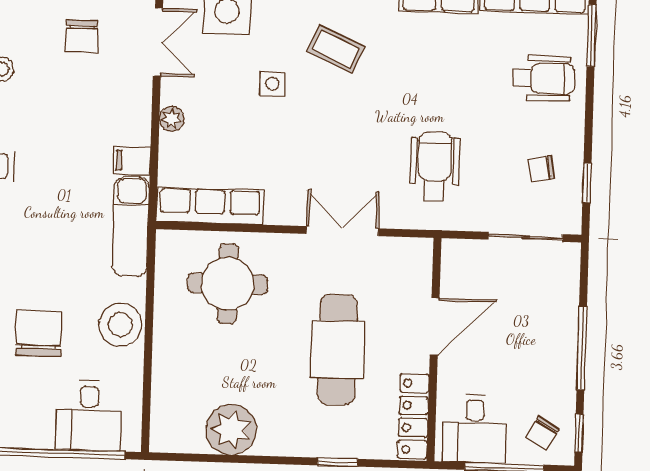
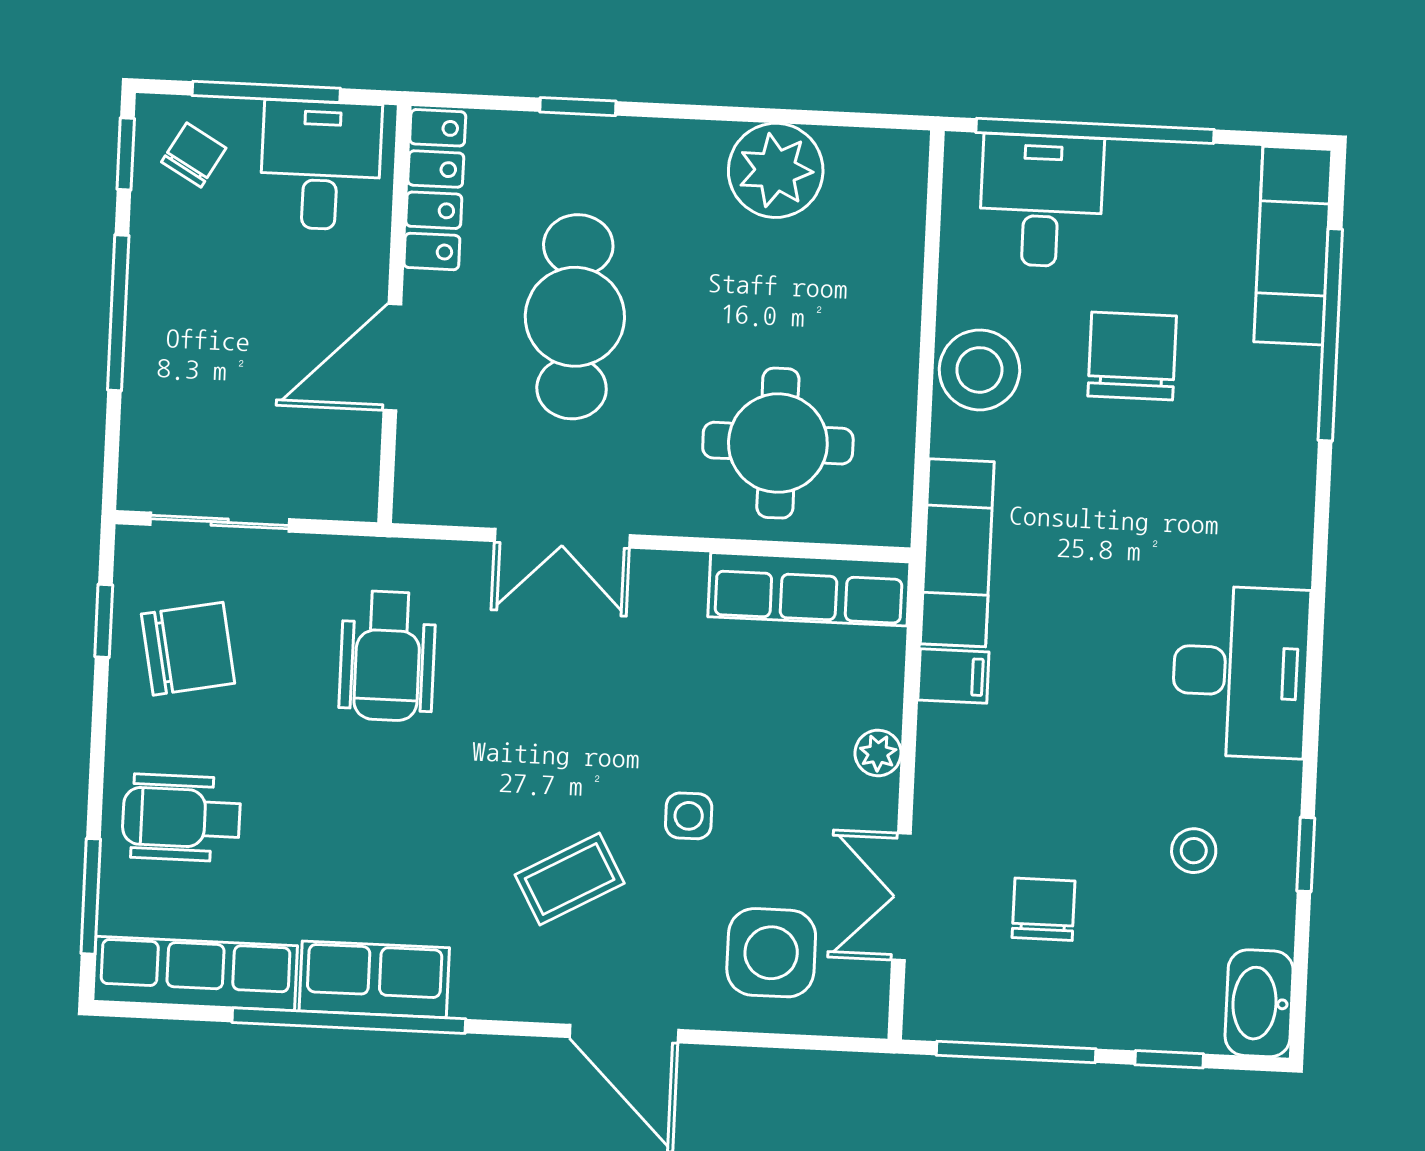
coffee table: (335, 49) -> (570, 879), turned -54
chair: (542, 169) -> (188, 649), width x1.87, depth x1.87
chair: (39, 333) -> (1132, 356), turned 180

